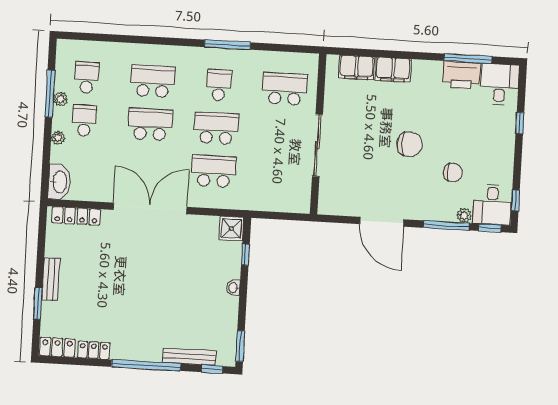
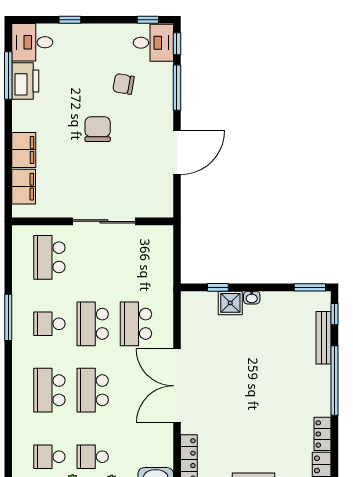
chair: (453, 173) -> (124, 84), turned -80
plant: (464, 215) -> (166, 70), removed
shower: (231, 229) -> (230, 303), moved

